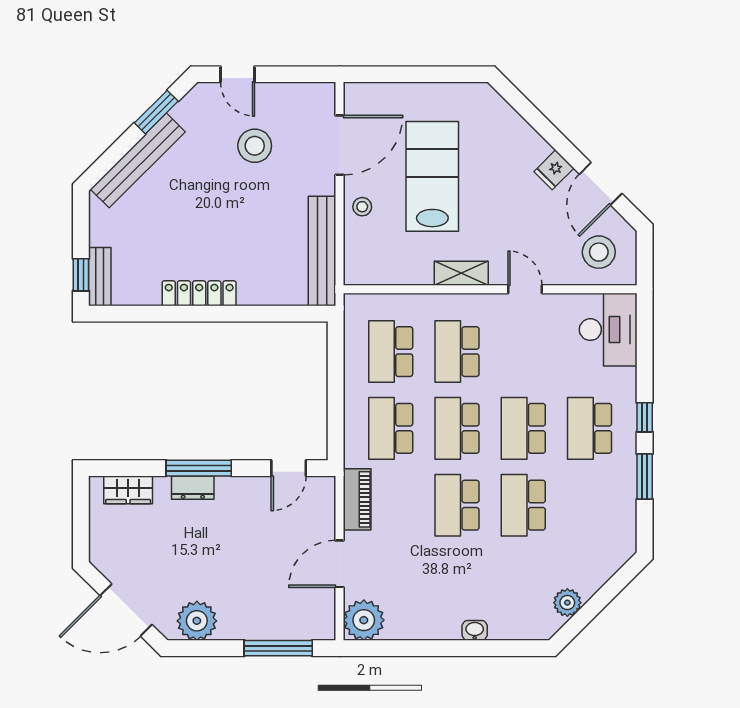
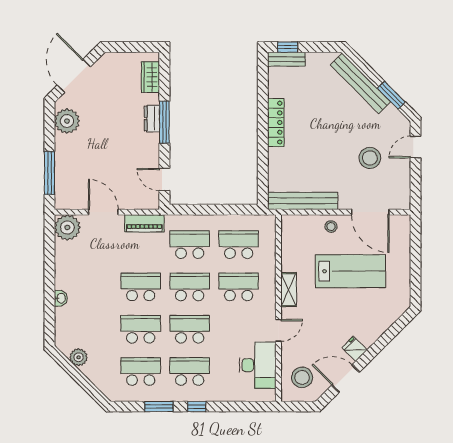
desk: (608, 330) -> (258, 365), moved, turned -90
school desk: (590, 505) -> (141, 371), added

